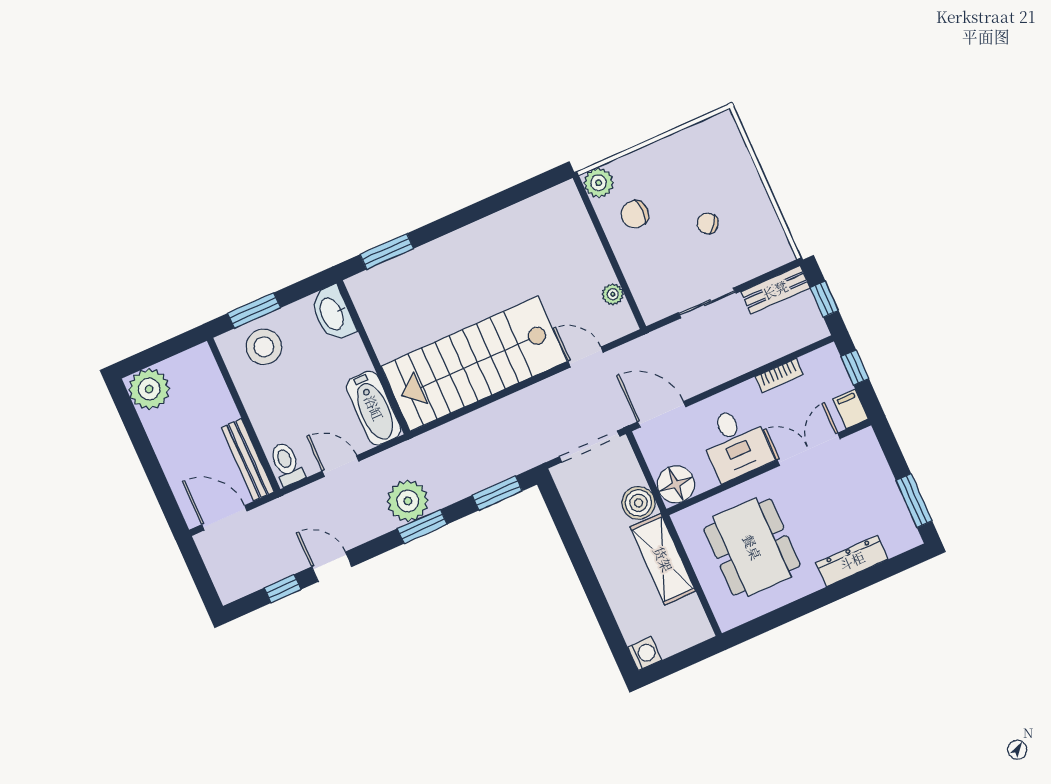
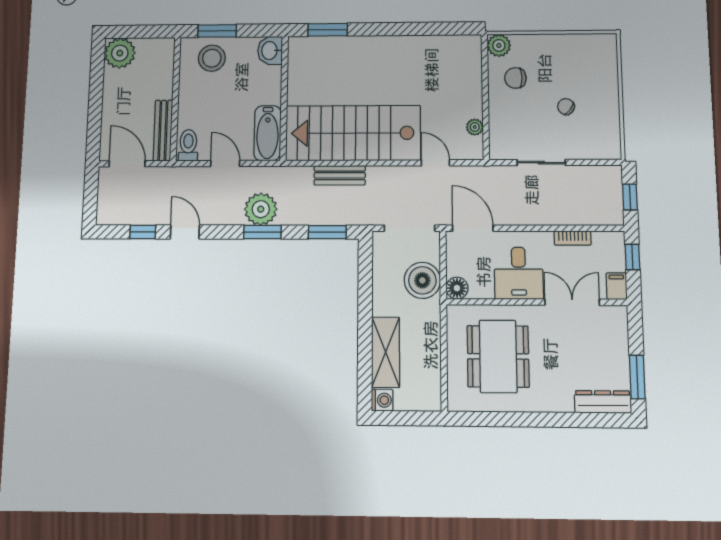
bench: (775, 290) -> (340, 175), moved
washbasin: (333, 314) -> (270, 50), width x0.72
floor lamp: (676, 484) -> (457, 288), width x0.73, depth x0.73
boiler: (638, 503) -> (422, 280), width x1.37, depth x1.37
shelving: (663, 559) -> (386, 352), moved
dresser: (852, 561) -> (603, 402), moved

